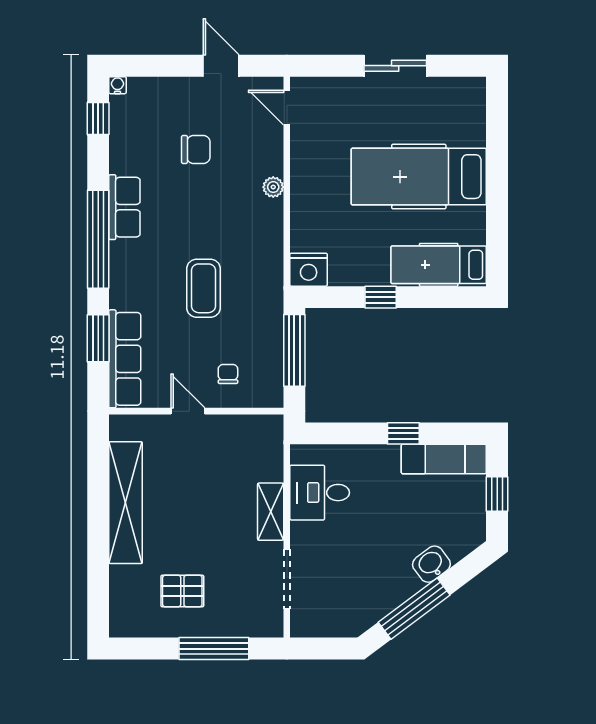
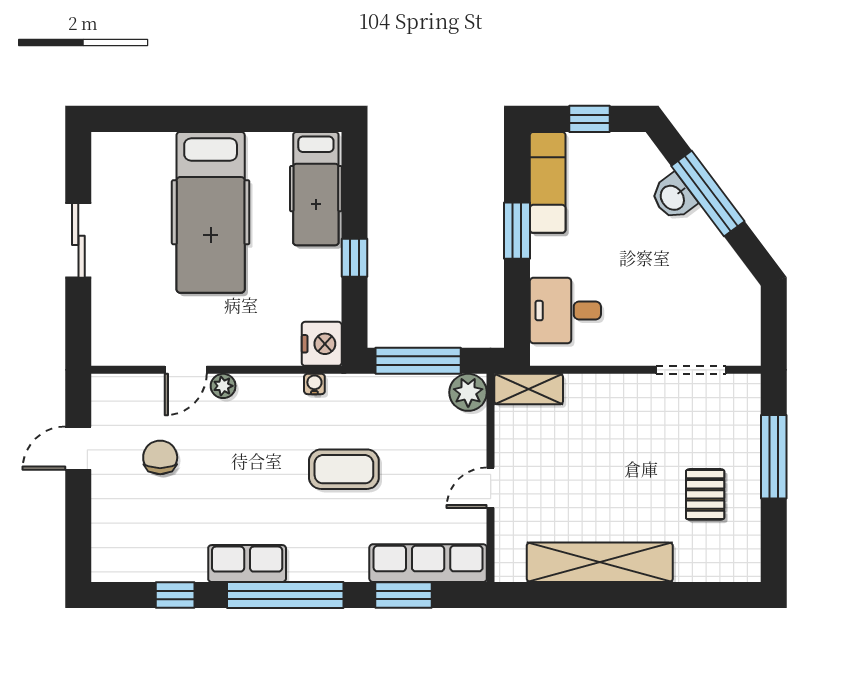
water cooler: (118, 85) -> (314, 384), moved, turned 90
door: (287, 108) -> (186, 370), moved
window: (98, 118) -> (175, 595), moved
chair: (196, 150) -> (160, 457), moved
chair: (228, 374) -> (446, 440), removed
plant: (268, 392) -> (468, 392), added
window: (403, 433) -> (517, 231), width x1.50
desk: (320, 493) -> (565, 311), moved, turned 90
shelving: (271, 512) -> (529, 389), moved
window: (414, 609) -> (708, 194), moved

